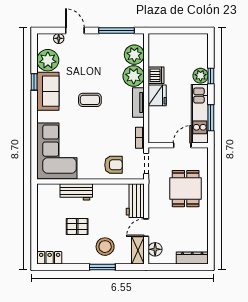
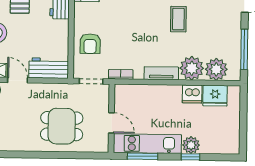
fridge: (157, 95) -> (215, 96), moved
coffee table: (90, 100) -> (178, 19), moved

